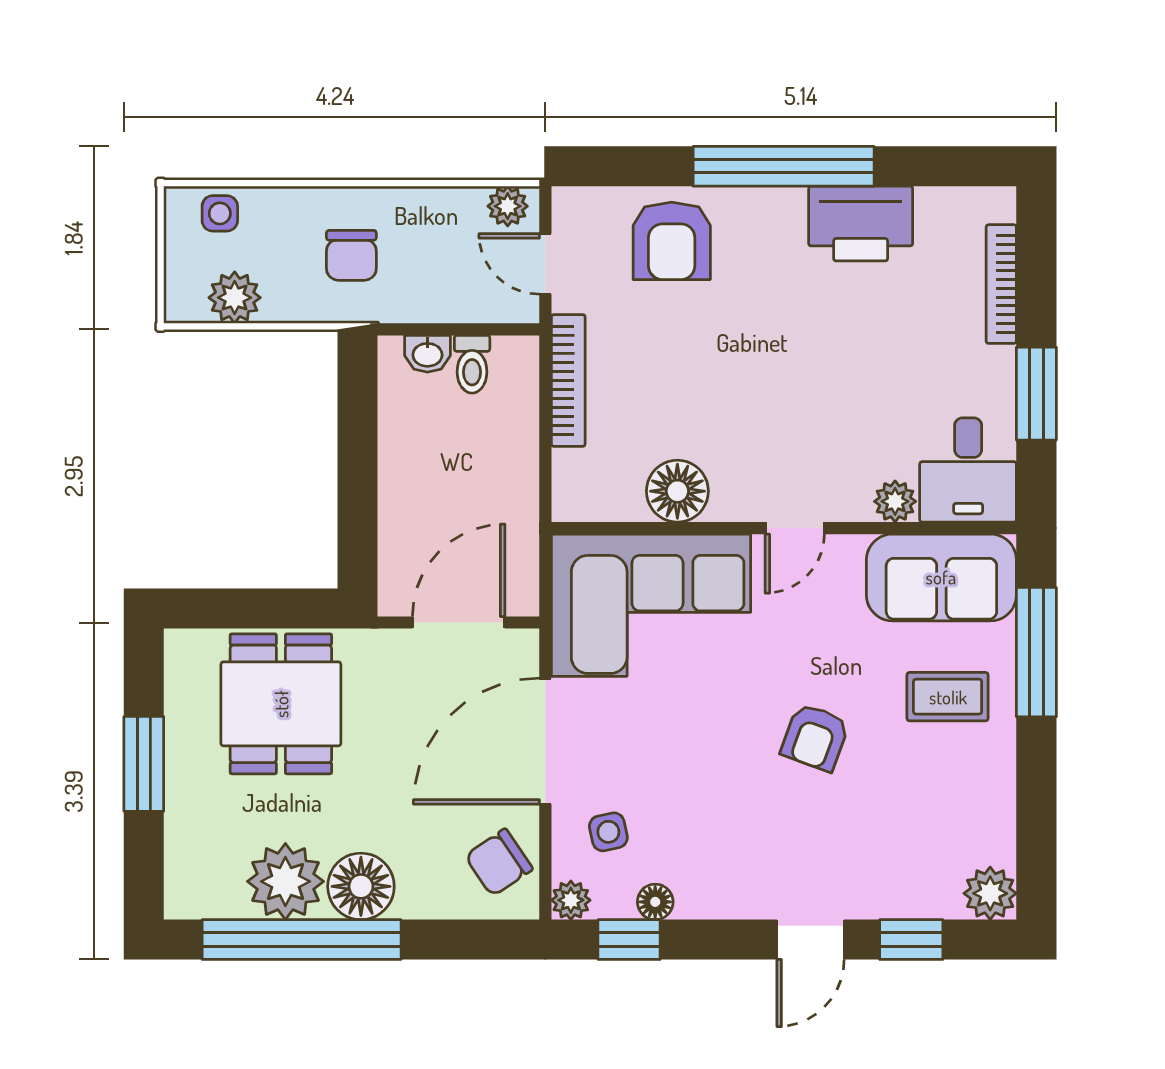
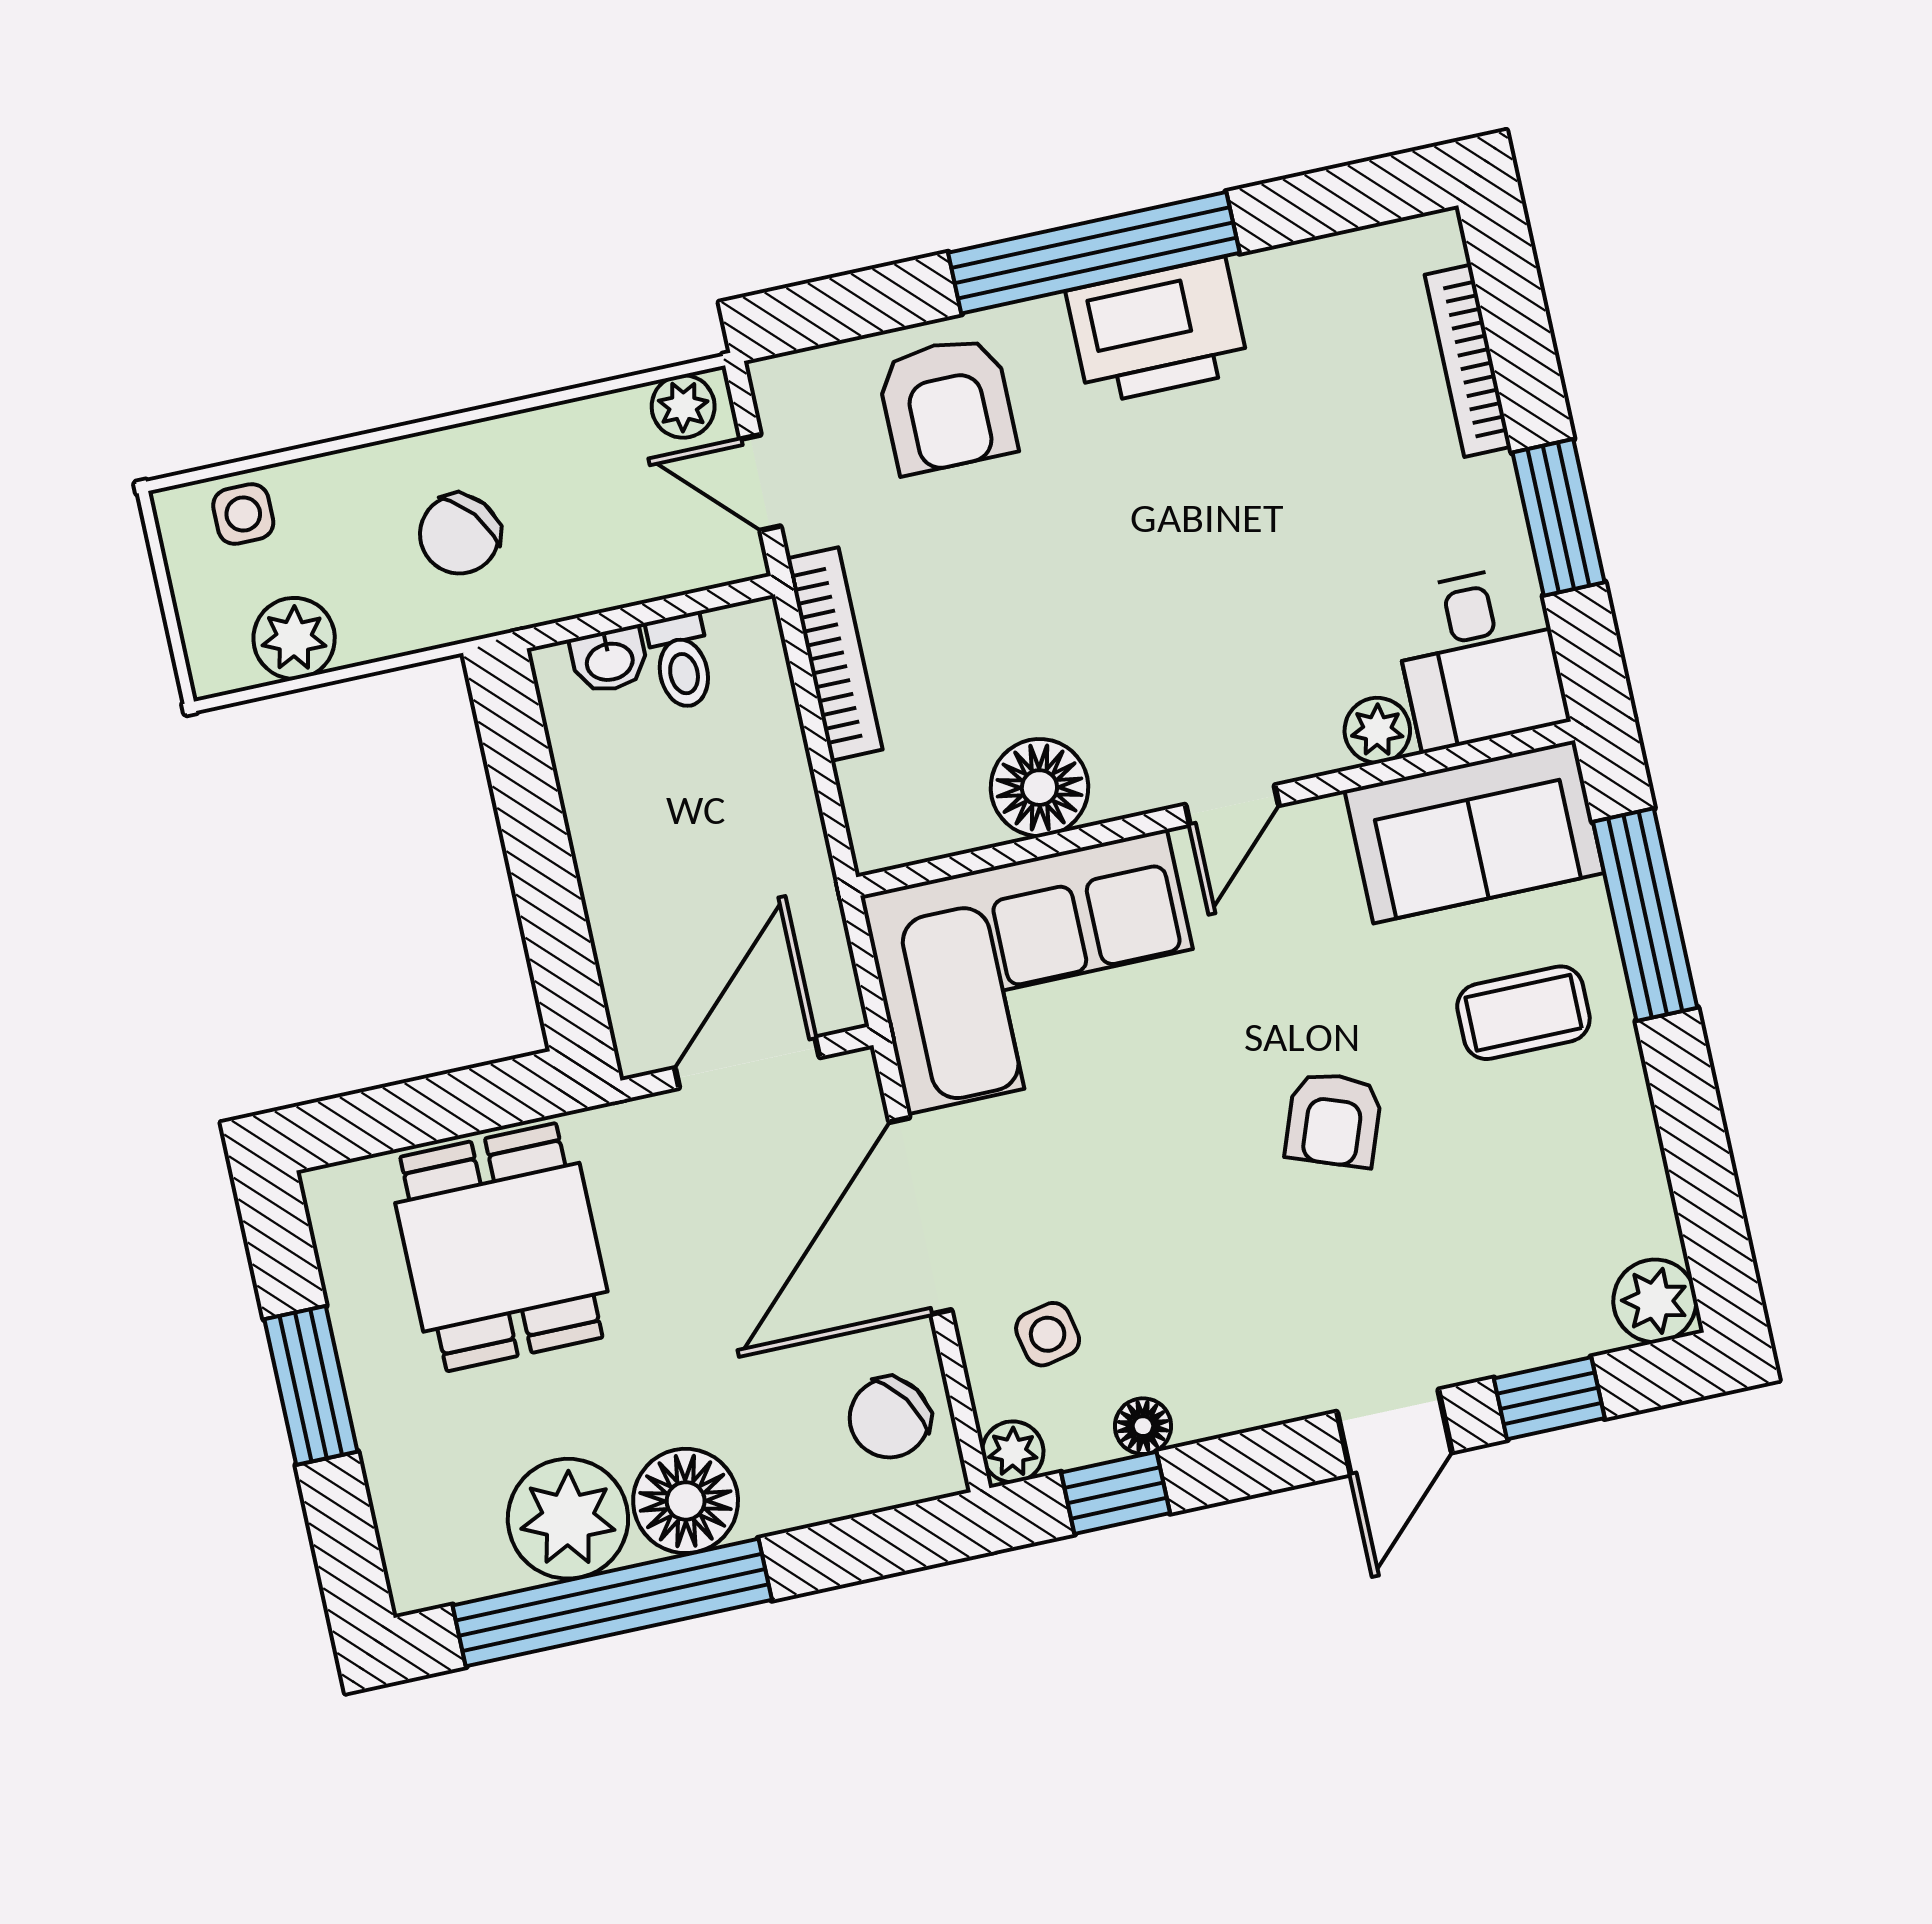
printer: (861, 224) -> (1158, 331), moved
chair: (351, 255) -> (459, 534), turned 51

